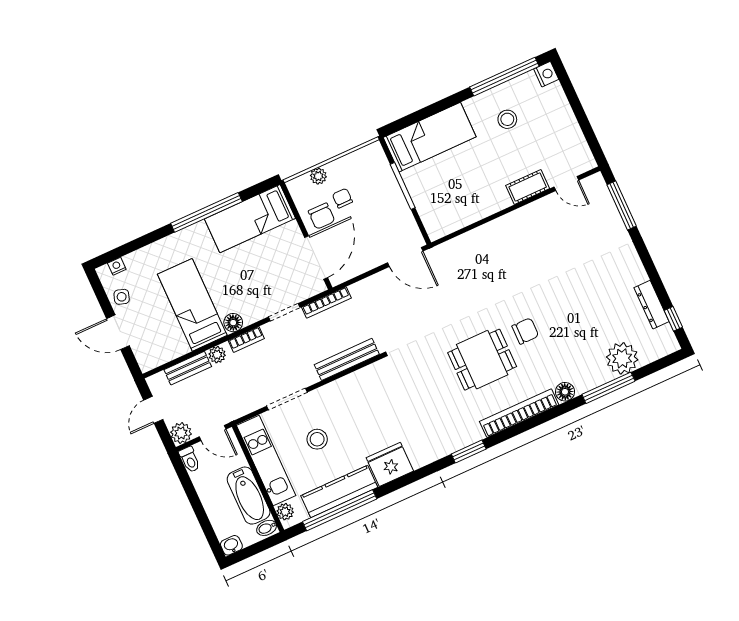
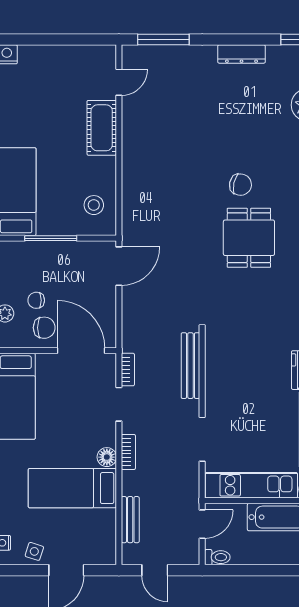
stool: (507, 119) -> (94, 205), moved
cot: (528, 187) -> (102, 128), width x1.37, depth x1.34
bookcase: (326, 302) -> (128, 370), width x0.64
dresser: (652, 305) -> (241, 54), moved
chair: (525, 331) -> (240, 185), turned 102
plant: (217, 355) -> (130, 486), removed
plant: (181, 433) -> (189, 554), removed
stool: (317, 439) -> (253, 428), removed

